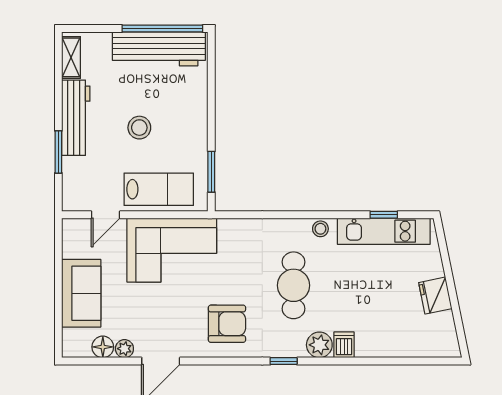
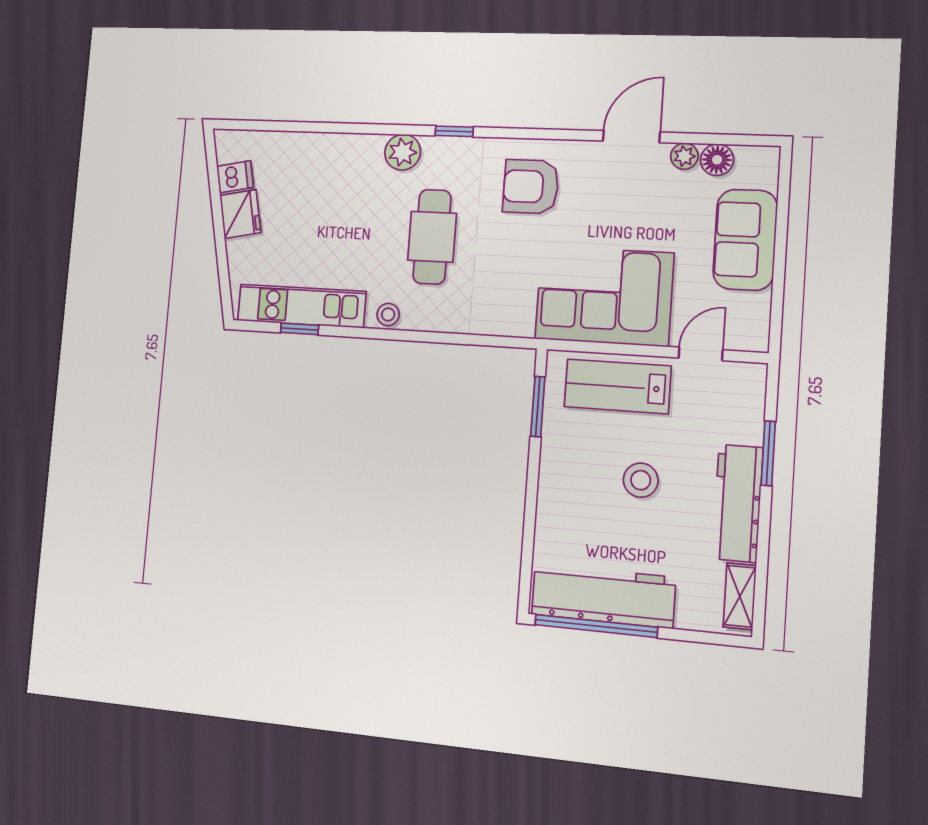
dishwasher: (344, 345) -> (235, 177), moved, turned -102

